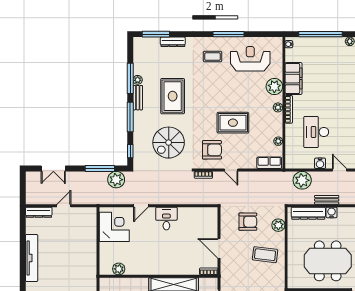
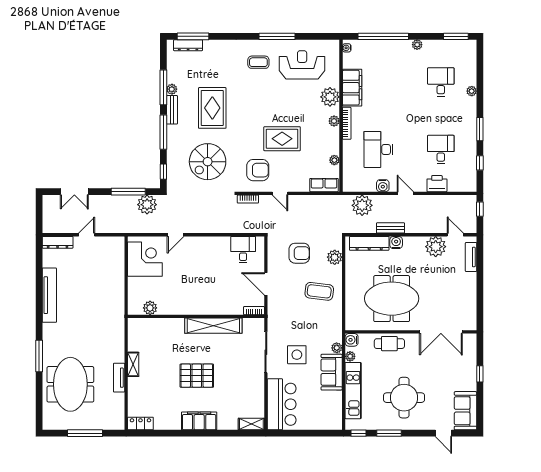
dresser: (173, 42) -> (188, 45), moved
desk: (166, 219) -> (243, 250), moved

